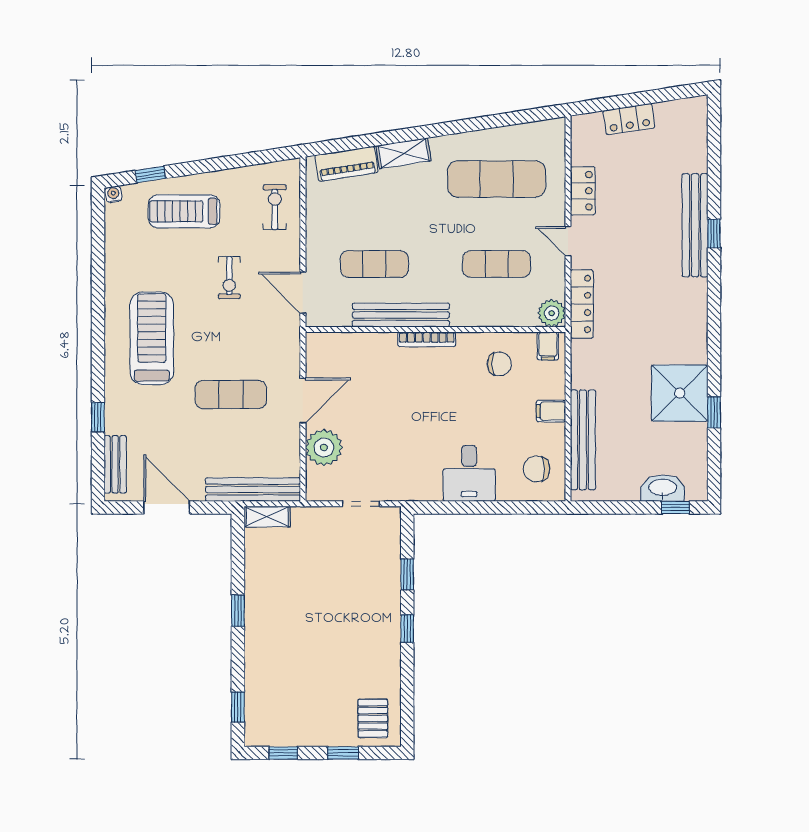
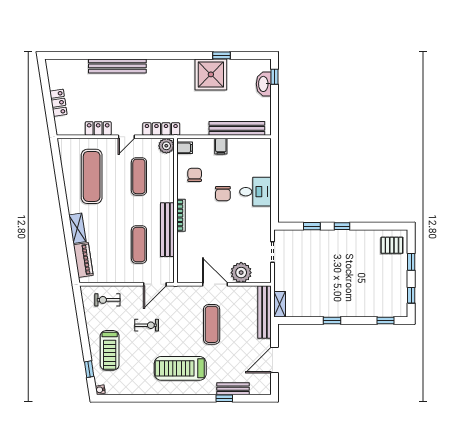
window: (714, 234) -> (122, 55), removed
bench: (115, 464) -> (233, 389), moved
chair: (536, 469) -> (223, 194), moved

